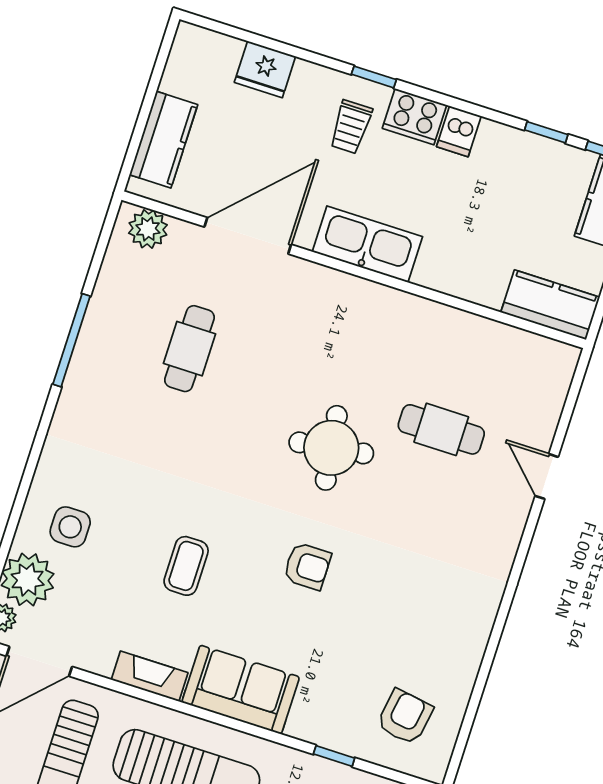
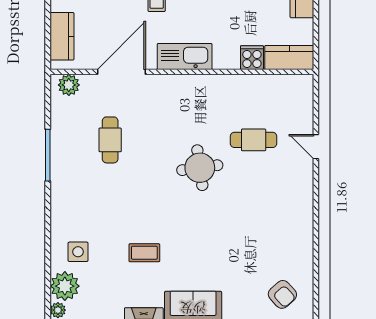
cooker: (485, 284) -> (252, 58), added
coffee table: (186, 566) -> (144, 253), turned 90
armchair: (307, 566) -> (207, 233), removed
armchair: (405, 717) -> (282, 294), turned 129

